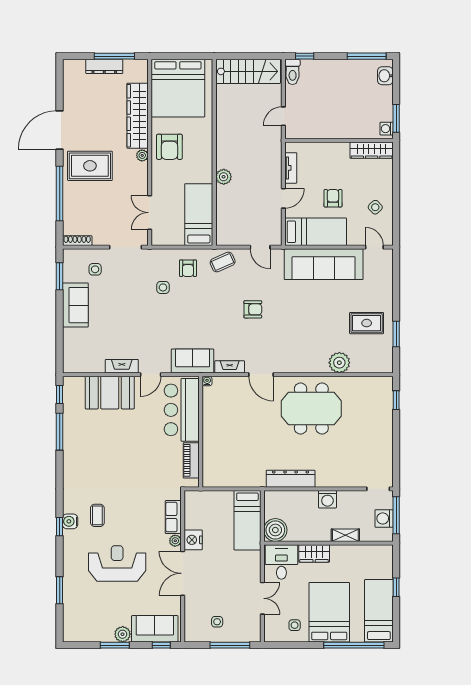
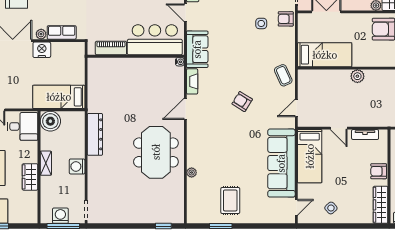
armchair: (333, 198) -> (379, 171), moved, turned 180
armchair: (188, 268) -> (286, 19), moved
armchair: (253, 309) -> (242, 102), turned 122
plant: (339, 363) -> (192, 172), width x0.53, depth x0.53
shelving: (345, 535) -> (46, 163), moved
wardrobe: (314, 553) -> (30, 177), moved

